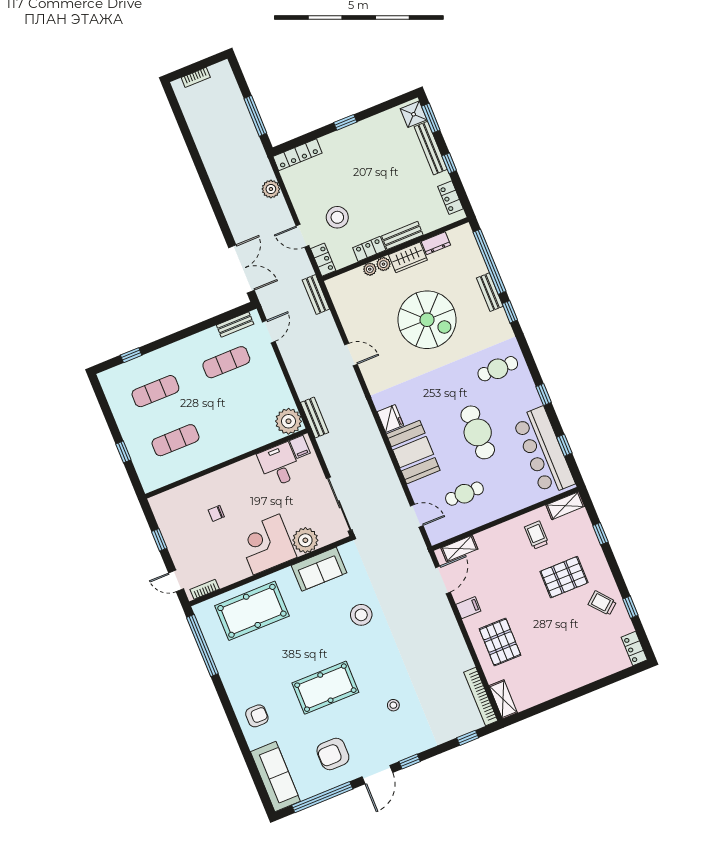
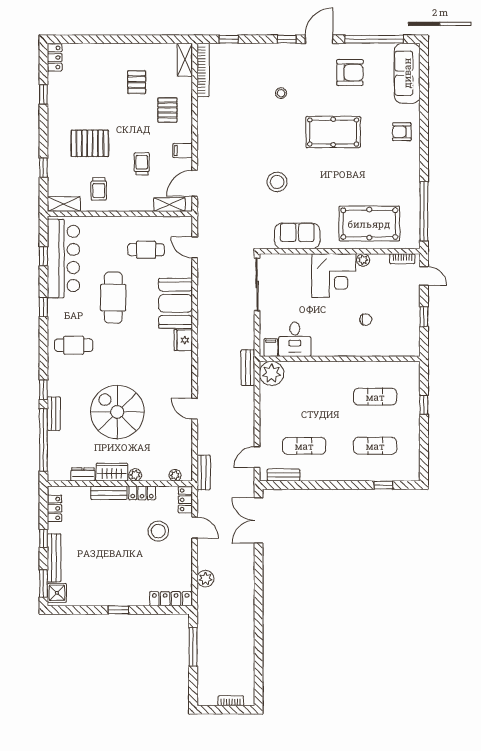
plant: (370, 269) -> (175, 475), moved
plant: (305, 540) -> (363, 260), moved, width x0.53, depth x0.53
trolley: (602, 603) -> (142, 164), moved, turned -140
pallet: (500, 642) -> (167, 110), width x0.67, depth x0.71
pallet: (542, 657) -> (137, 82), added

